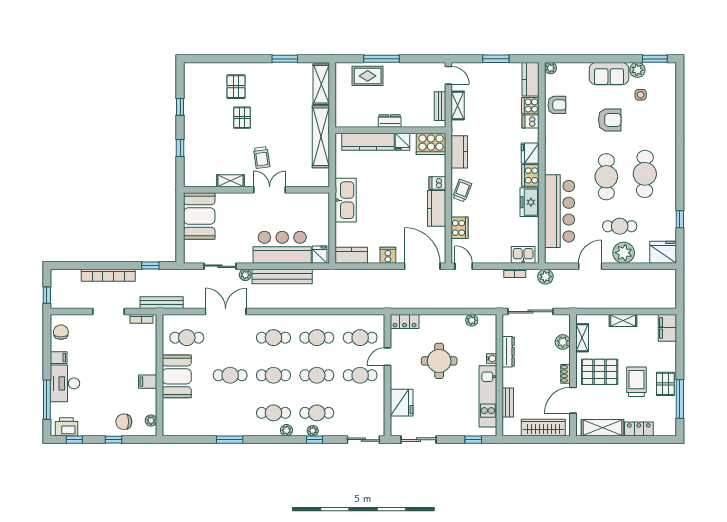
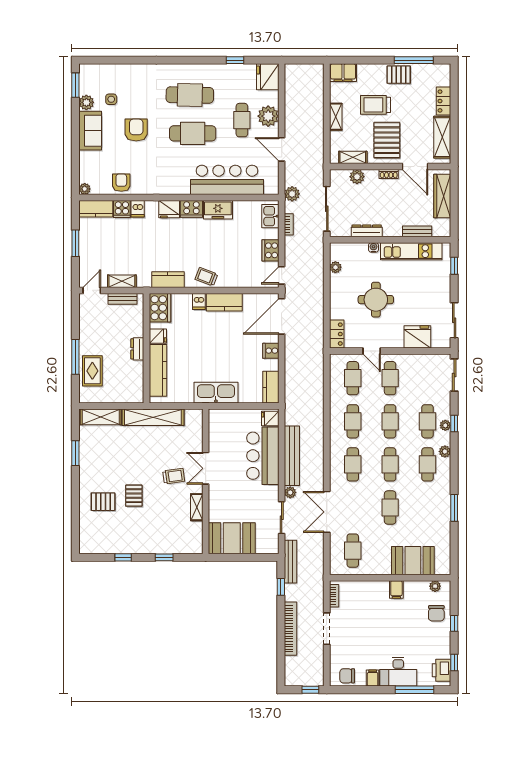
pallet: (242, 118) -> (134, 496), turned 90
cooker: (460, 228) -> (271, 250), moved, turned -90
bench: (162, 303) -> (290, 562), moved
booth: (177, 376) -> (413, 561), moved
trolley: (636, 382) -> (375, 105), moved

